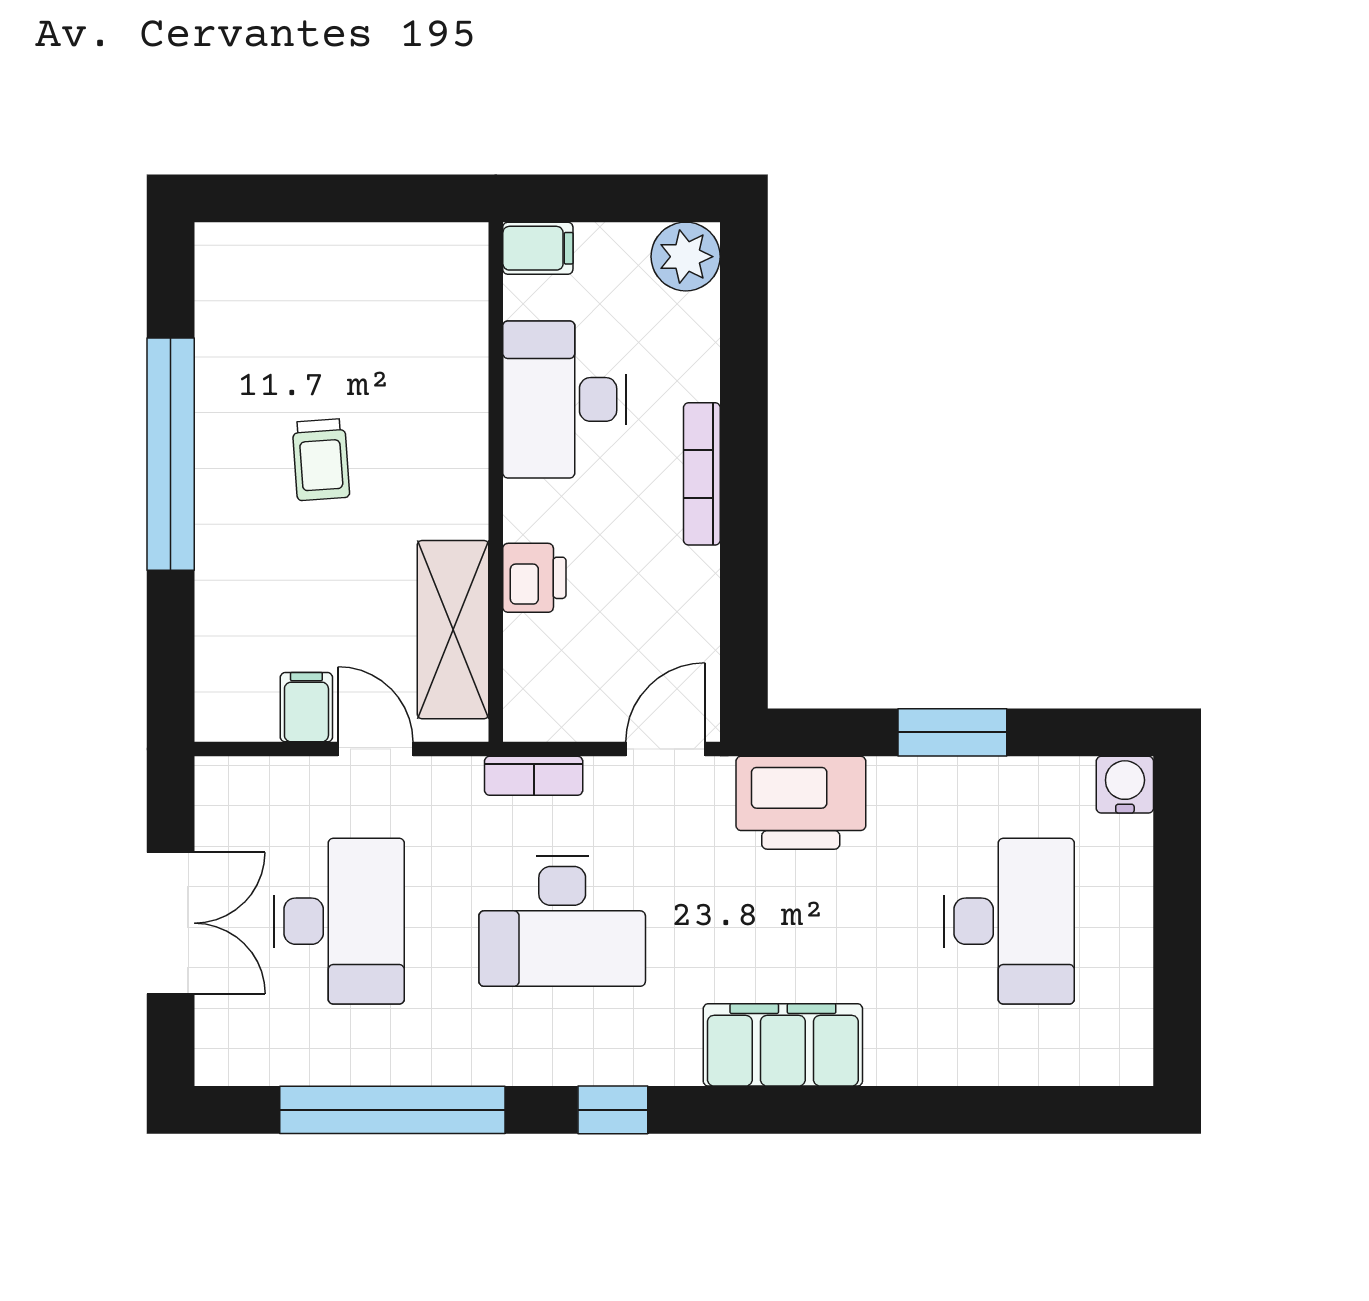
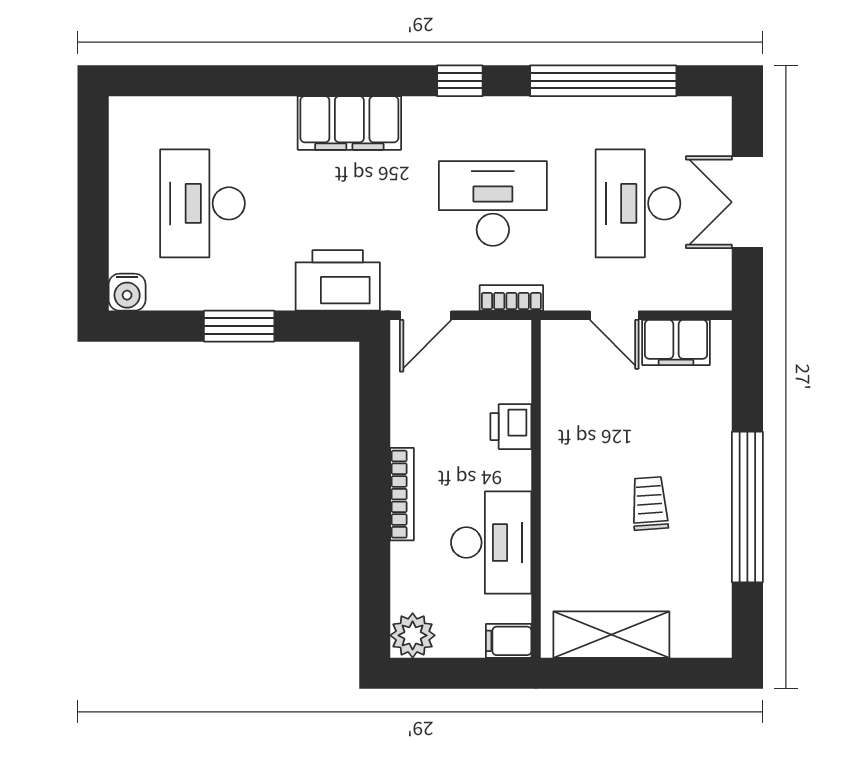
shelving: (453, 630) -> (611, 635), moved, turned 90
filing cabinet: (306, 707) -> (676, 343), width x2.00

